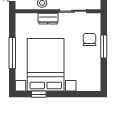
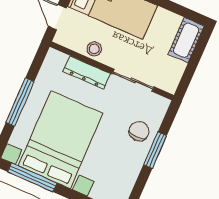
dresser: (48, 19) -> (87, 73), width x1.44
window: (39, 94) -> (32, 177), width x2.17

